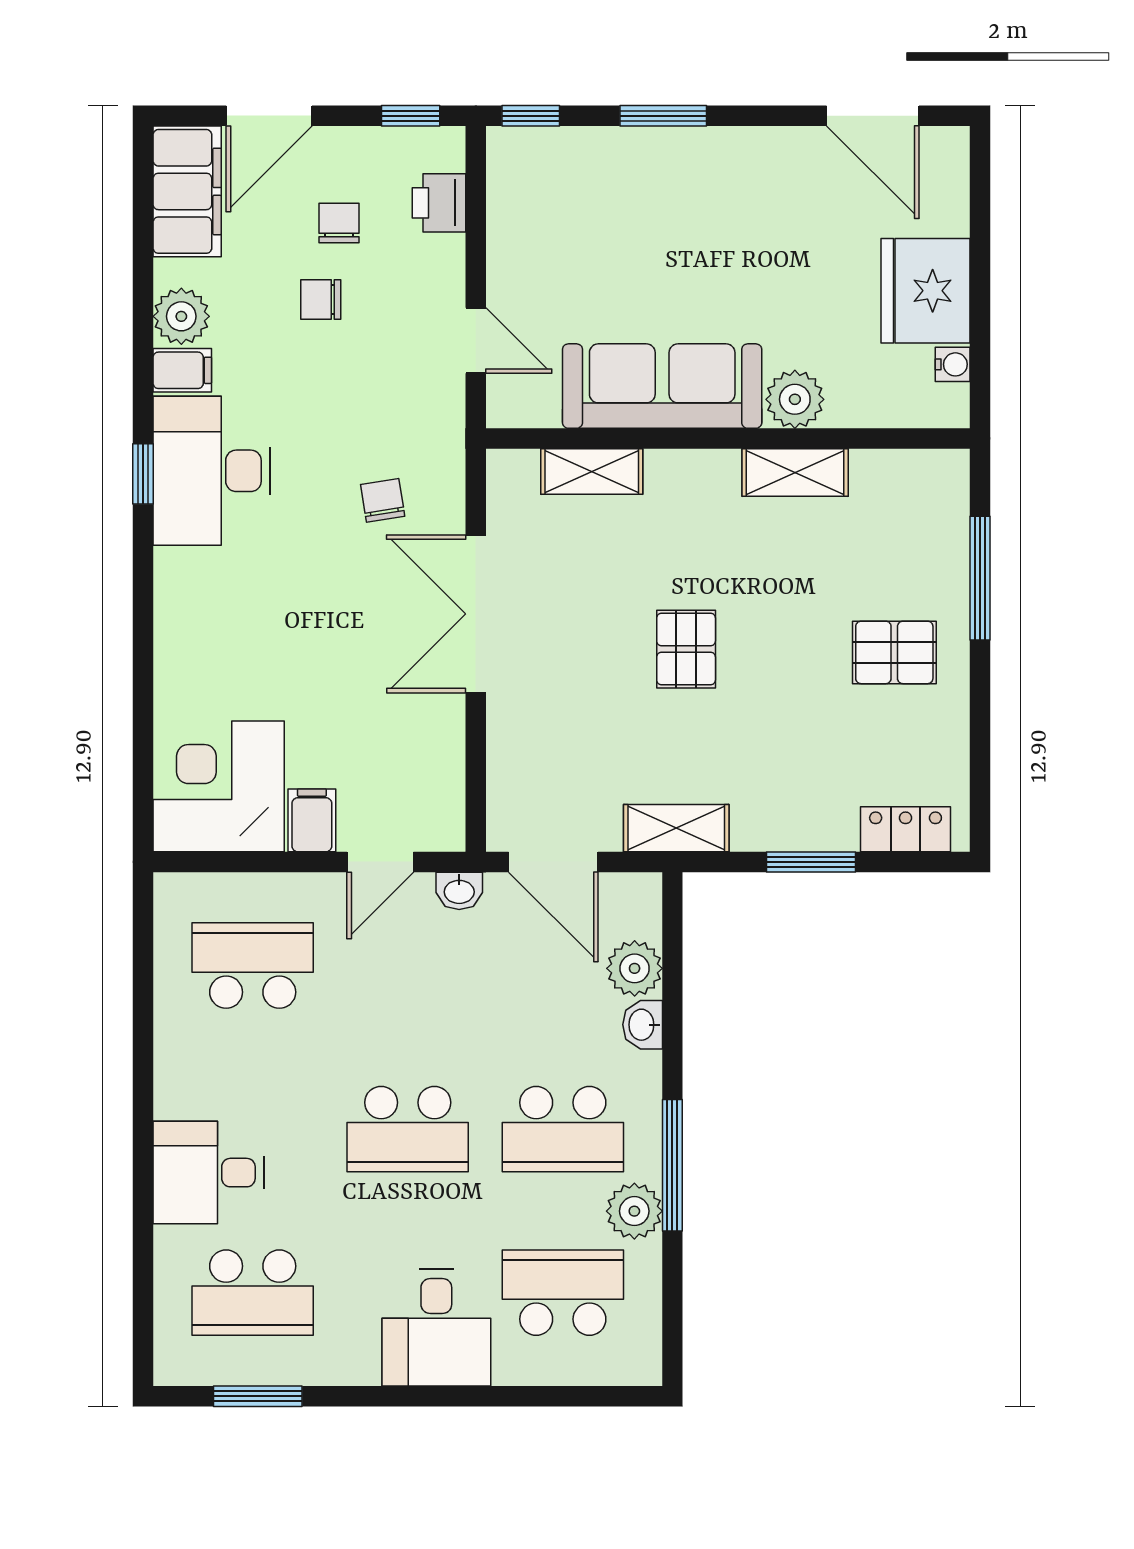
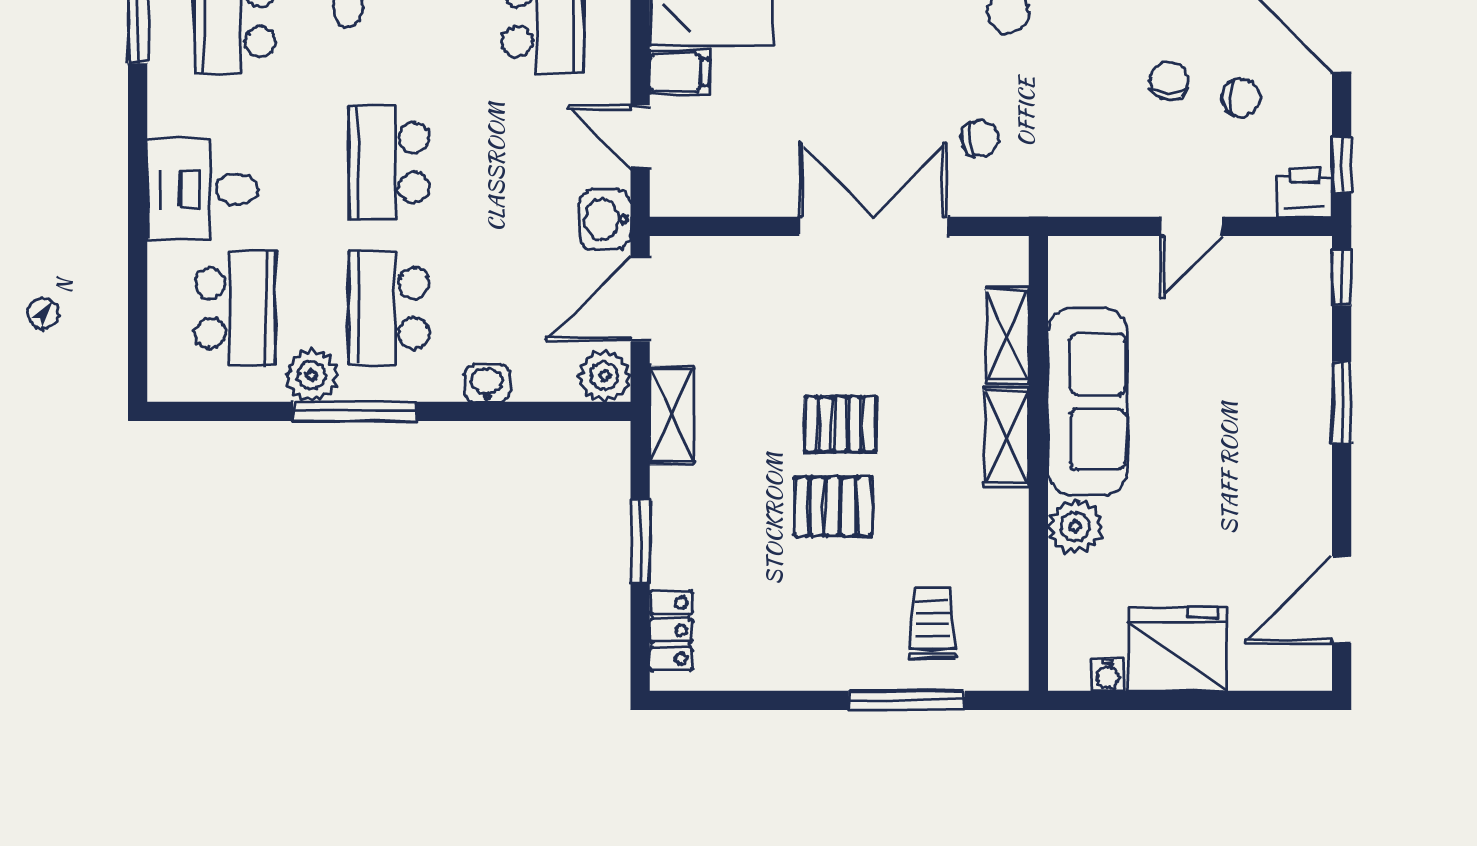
printer: (439, 203) -> (1305, 192), moved
door: (476, 340) -> (1191, 226), moved
shelving: (795, 472) -> (1006, 437), moved
trolley: (898, 552) -> (932, 623), added
pallet: (894, 652) -> (833, 507), moved, turned 90
washbasin: (459, 891) -> (605, 219), width x1.38, depth x1.45
plant: (635, 968) -> (604, 376), moved

